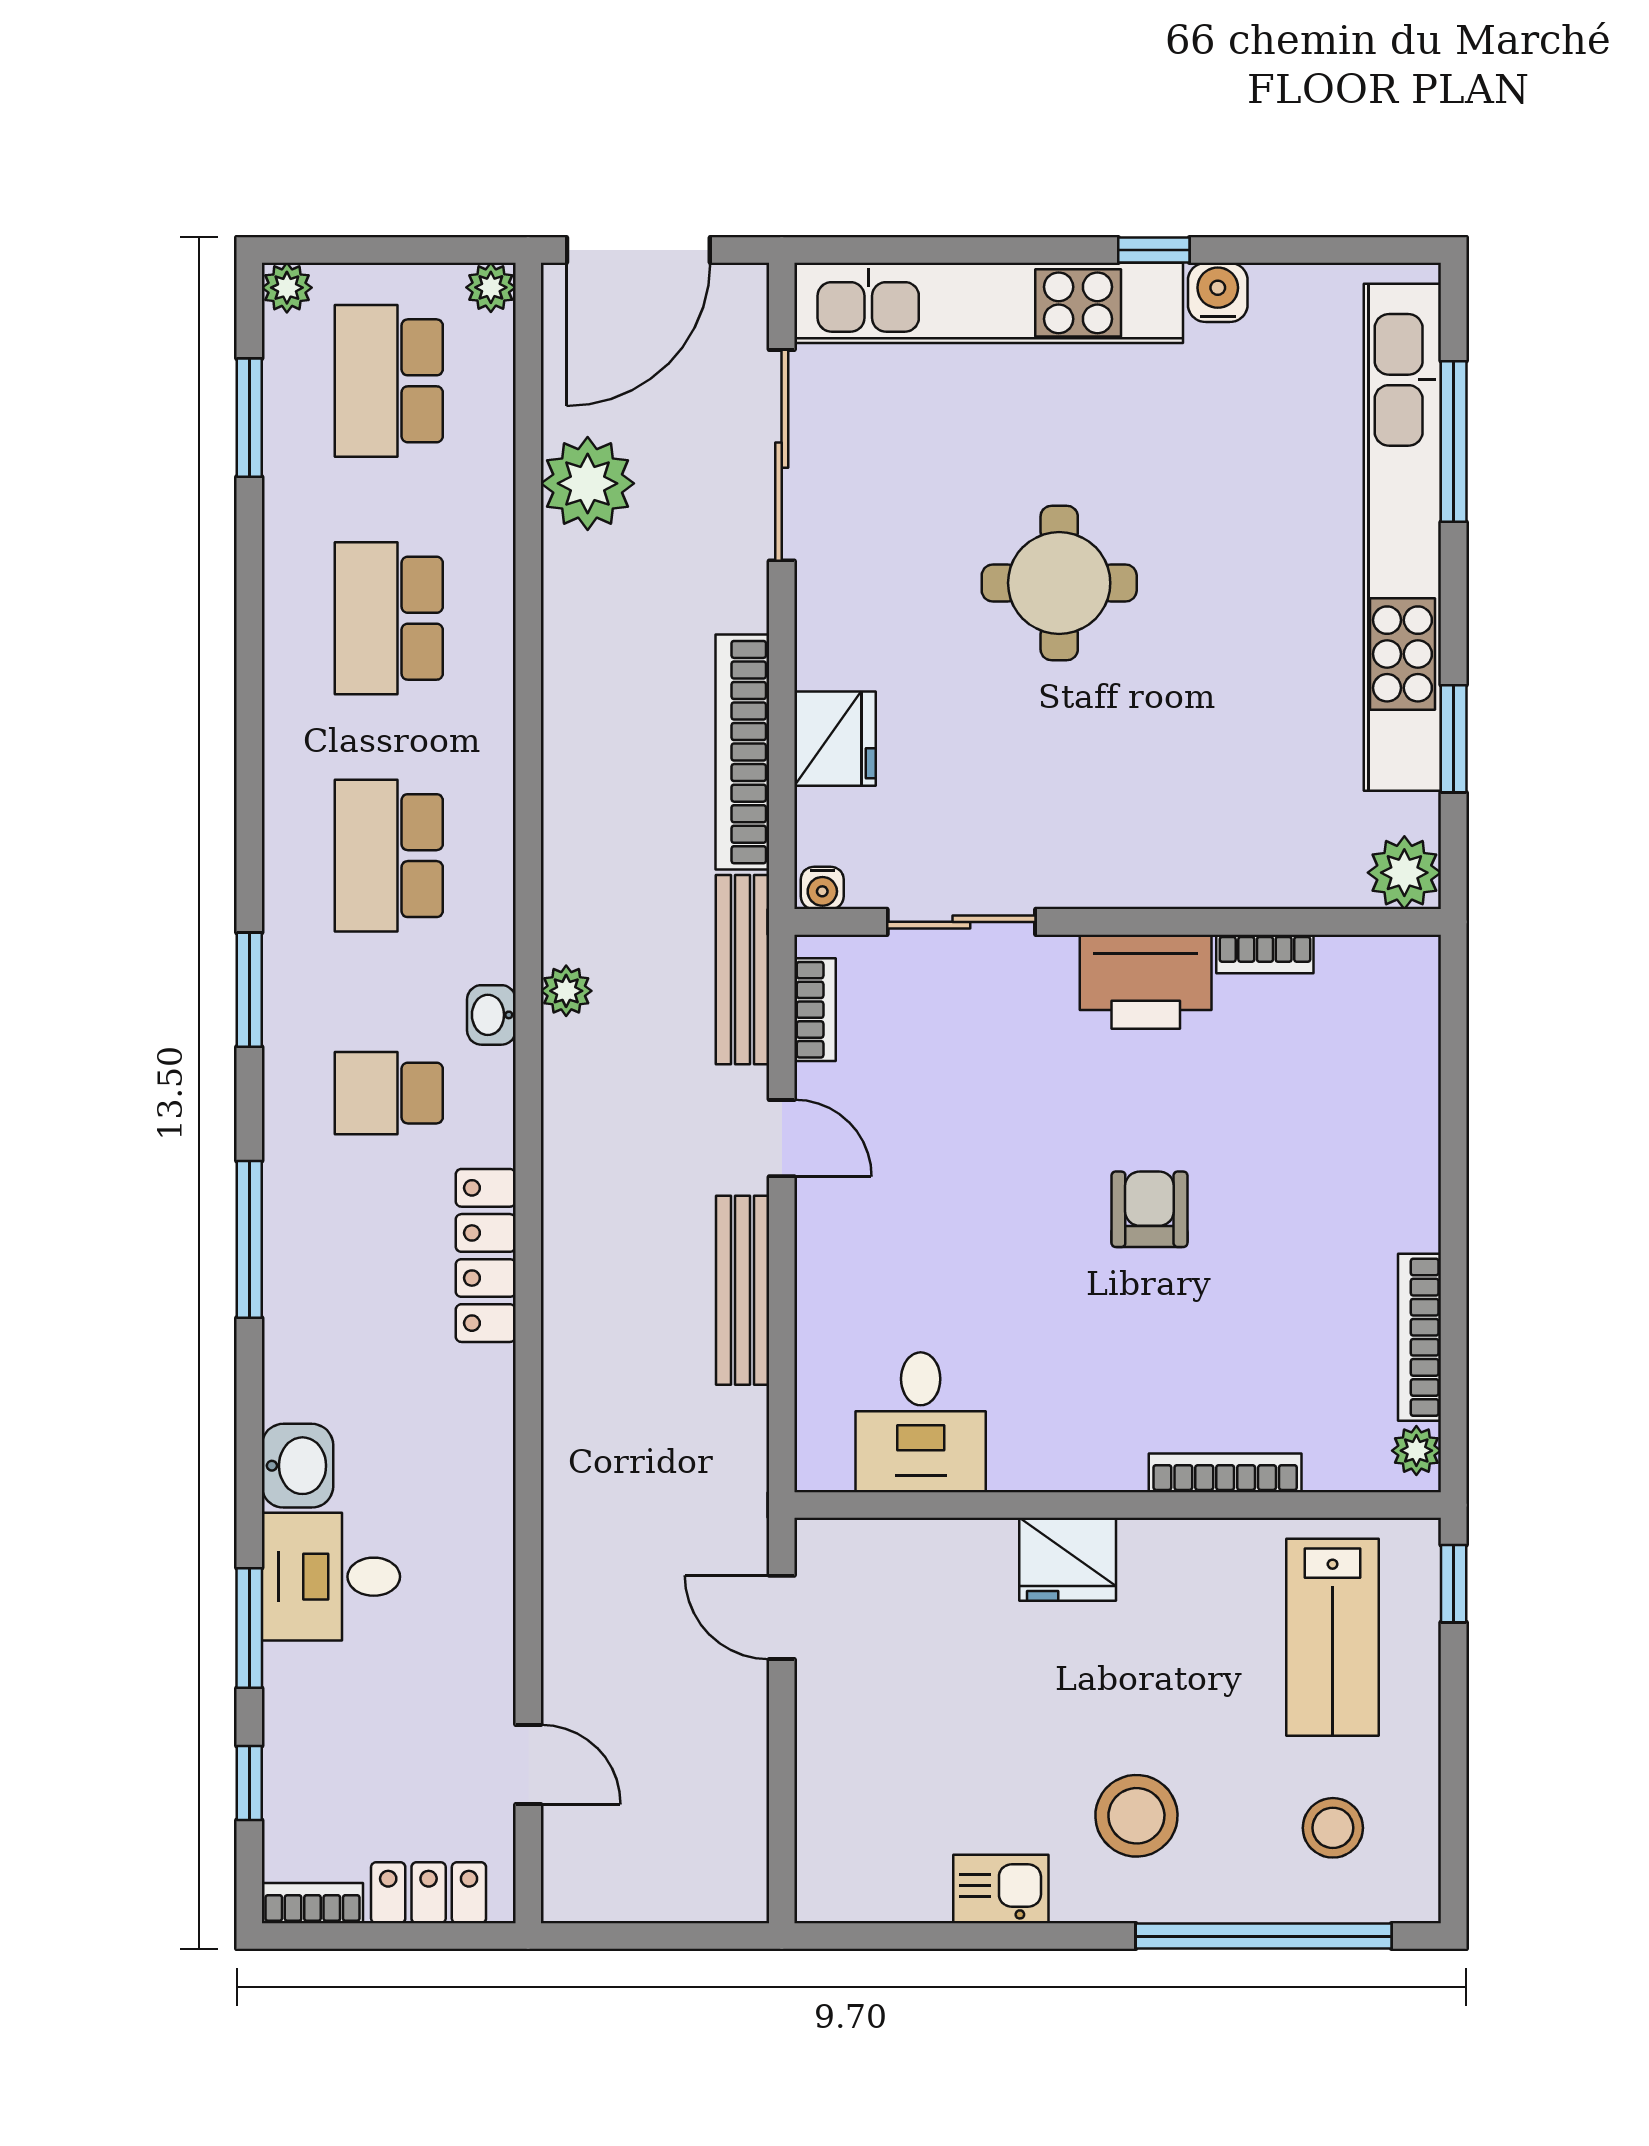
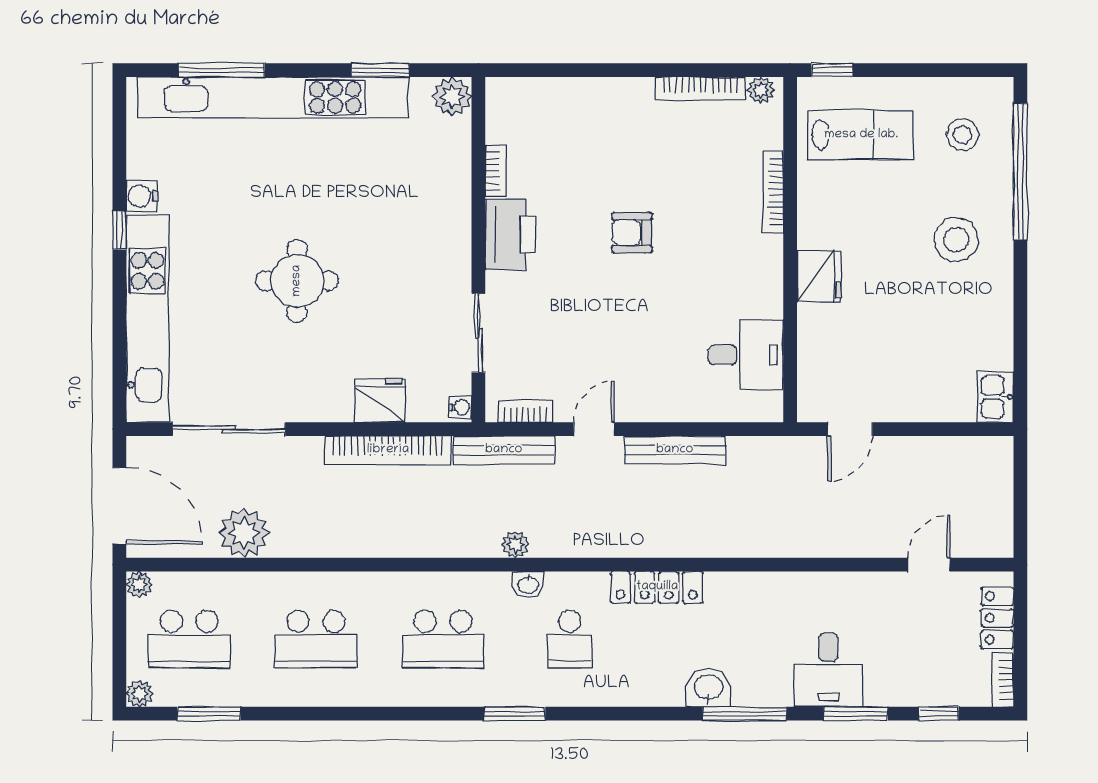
window: (249, 1239) -> (745, 714), moved
washbasin: (298, 1466) -> (708, 688), moved
kitchen sink: (1001, 1889) -> (995, 397), moved

